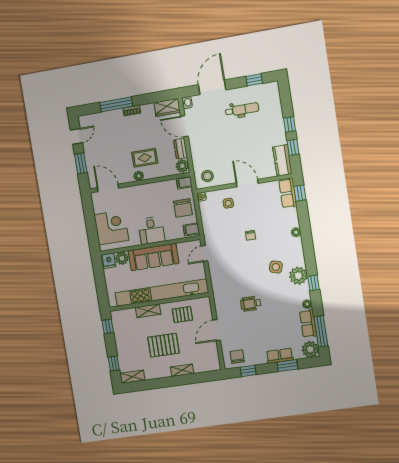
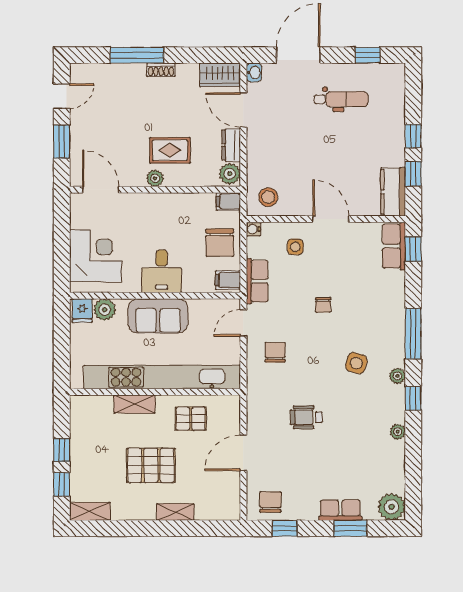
plant: (296, 232) -> (397, 312), removed
sofa: (154, 257) -> (158, 316), width x0.73
chair: (226, 268) -> (275, 352), added
plant: (298, 276) -> (397, 376), width x0.53, depth x0.53
row of seats: (308, 323) -> (257, 281), moved, turned 180
window: (108, 326) -> (62, 450), moved
window: (321, 331) -> (413, 334), moved

